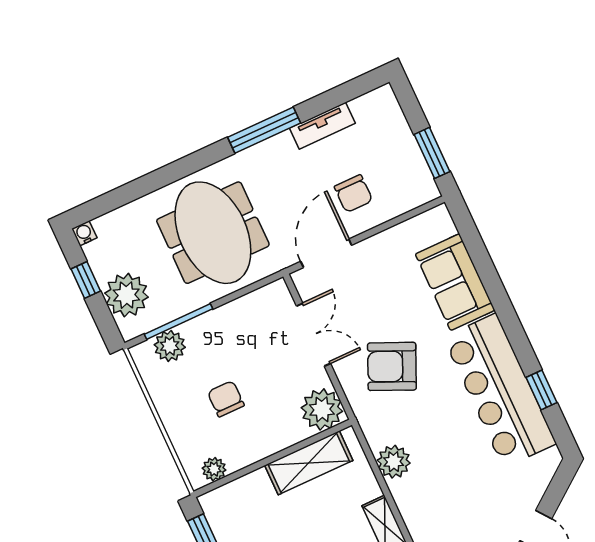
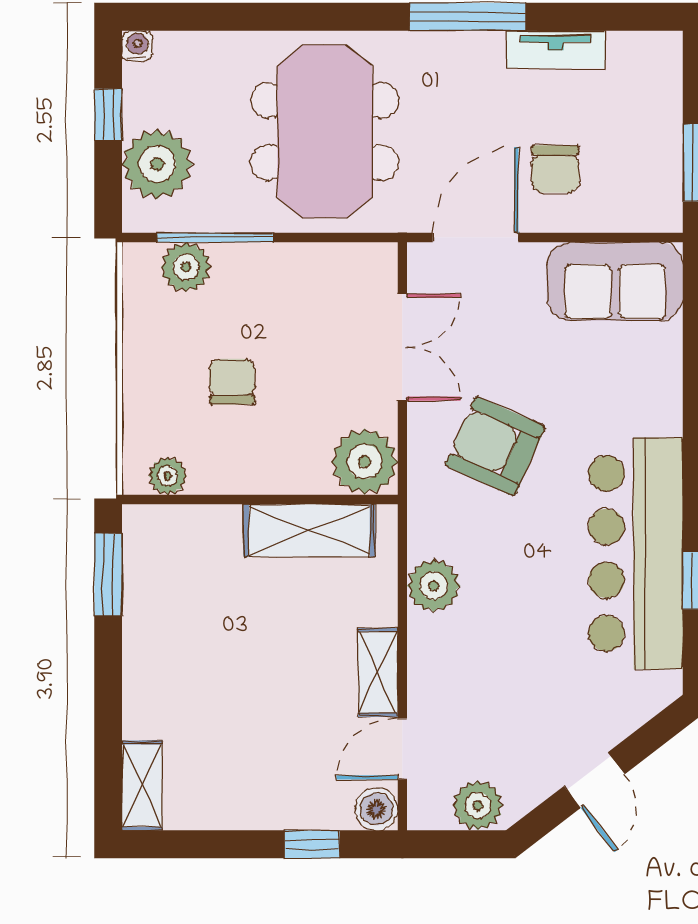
sofa: (455, 282) -> (615, 281), moved, turned -90

